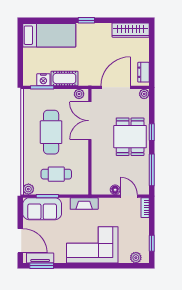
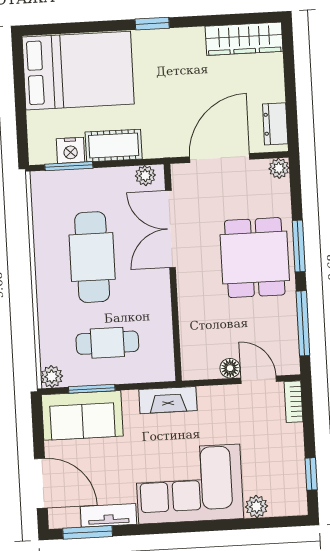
bed: (49, 35) -> (78, 71), width x1.50
window: (152, 132) -> (299, 246), width x1.50
tv unit: (40, 258) -> (108, 515), moved
plant: (136, 258) -> (256, 506), moved

